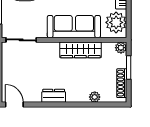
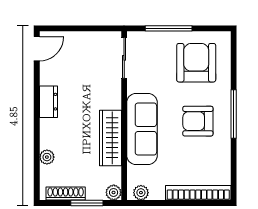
plant: (116, 22) -> (141, 193), width x0.53, depth x0.53

